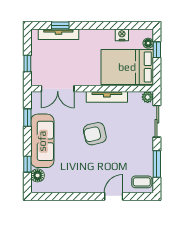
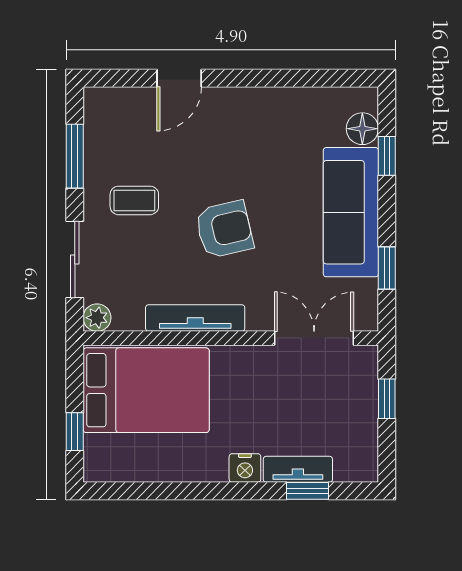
tv unit: (58, 34) -> (298, 469), width x0.71
nightstand: (122, 35) -> (245, 468), moved
floor lamp: (148, 43) -> (96, 448), removed
coffee table: (142, 182) -> (134, 200), moved

